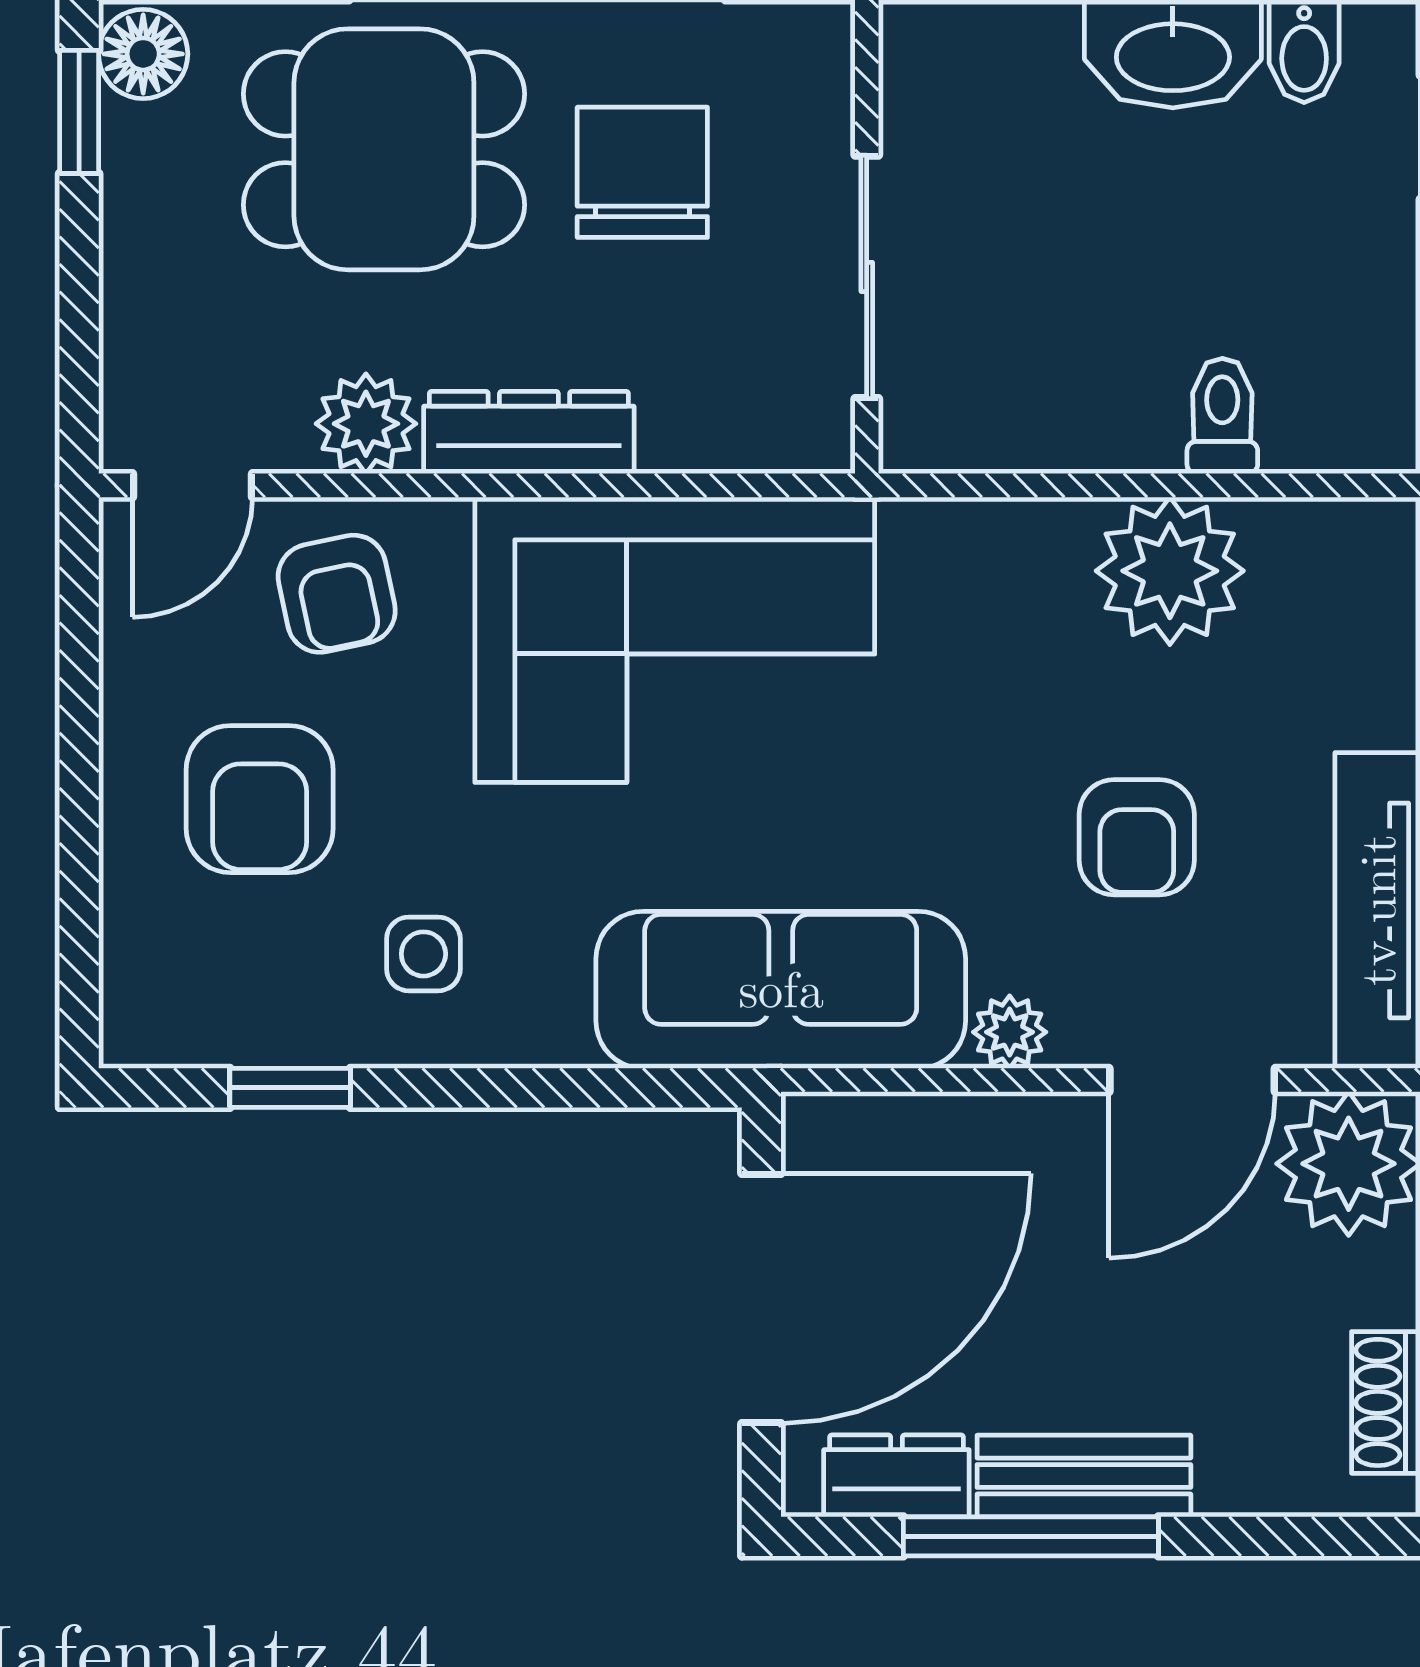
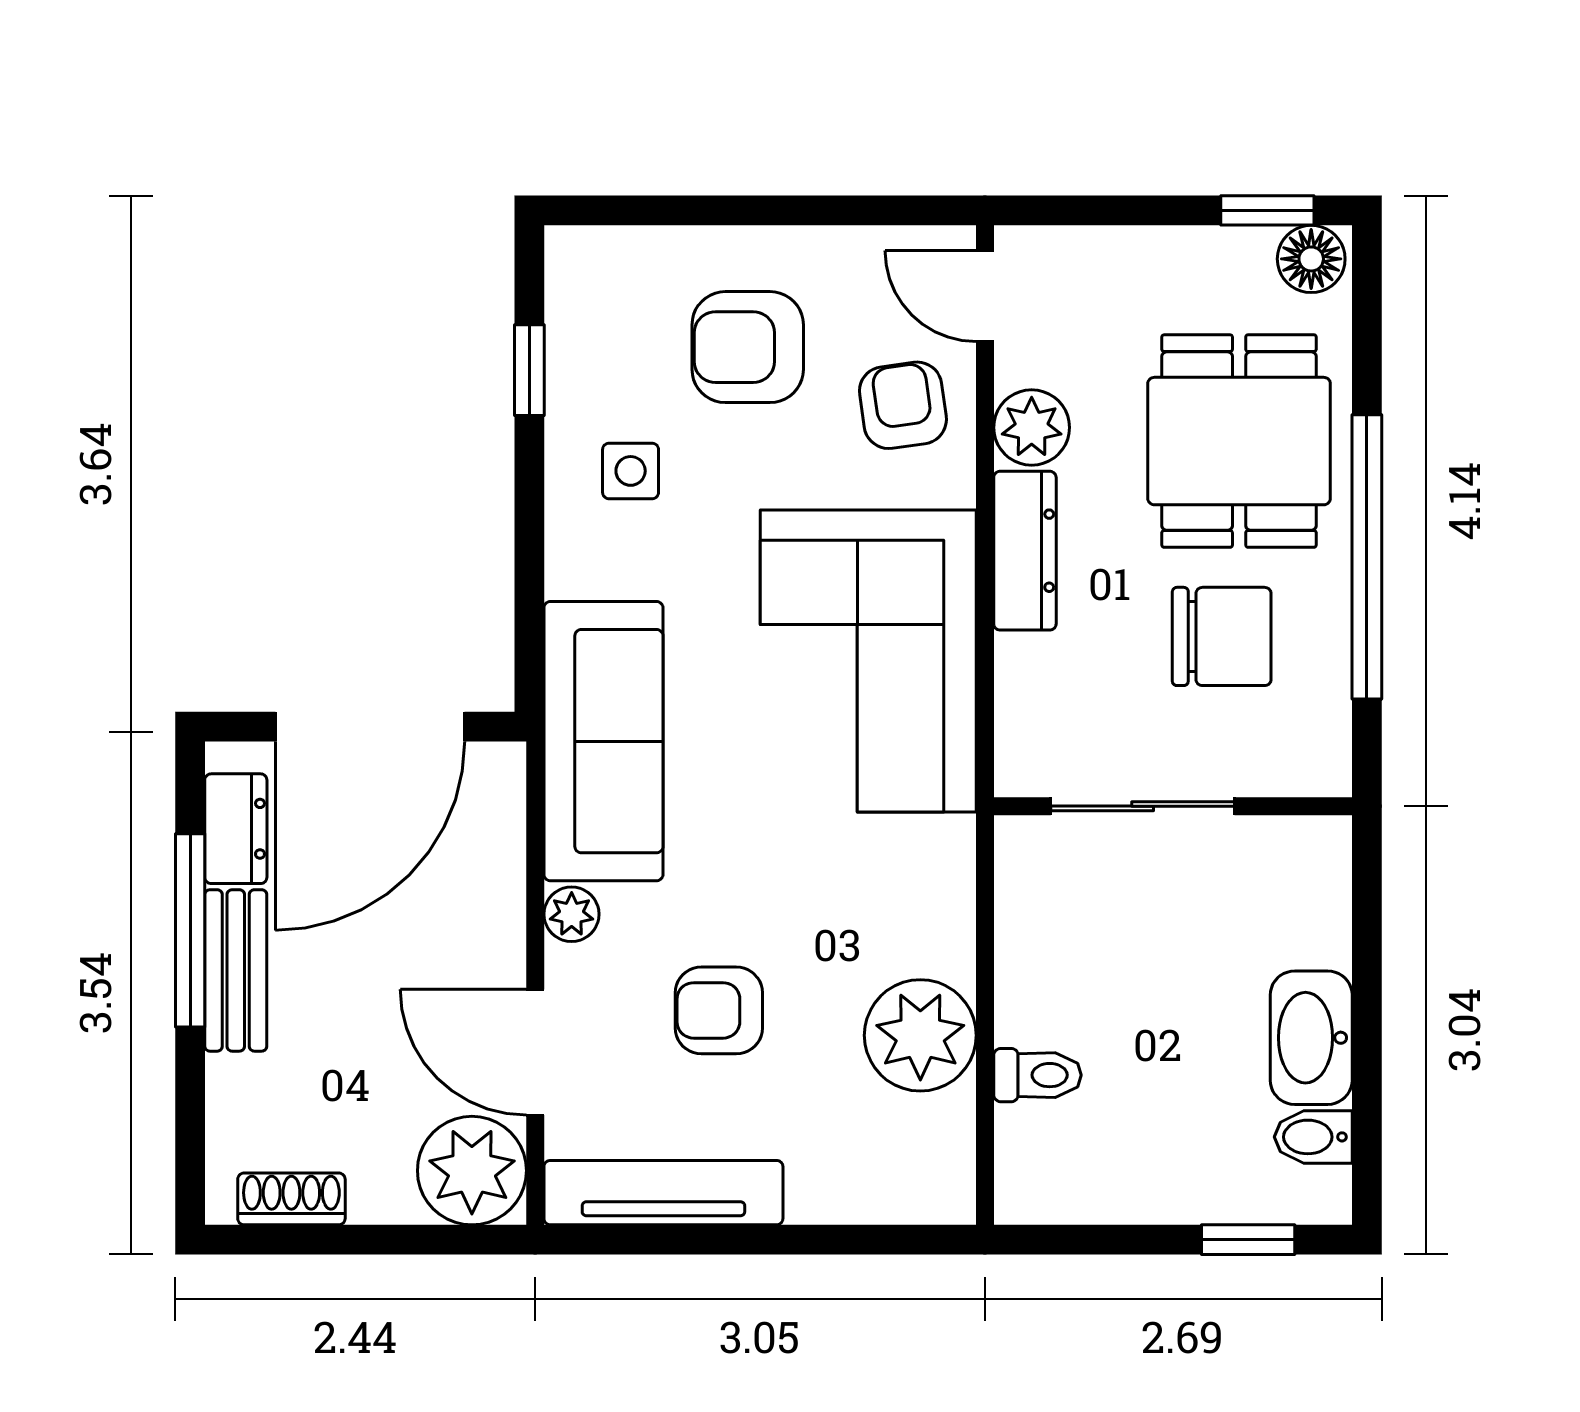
armchair: (337, 594) -> (903, 405), turned 94
door: (761, 1298) -> (370, 727), hinge flipped

